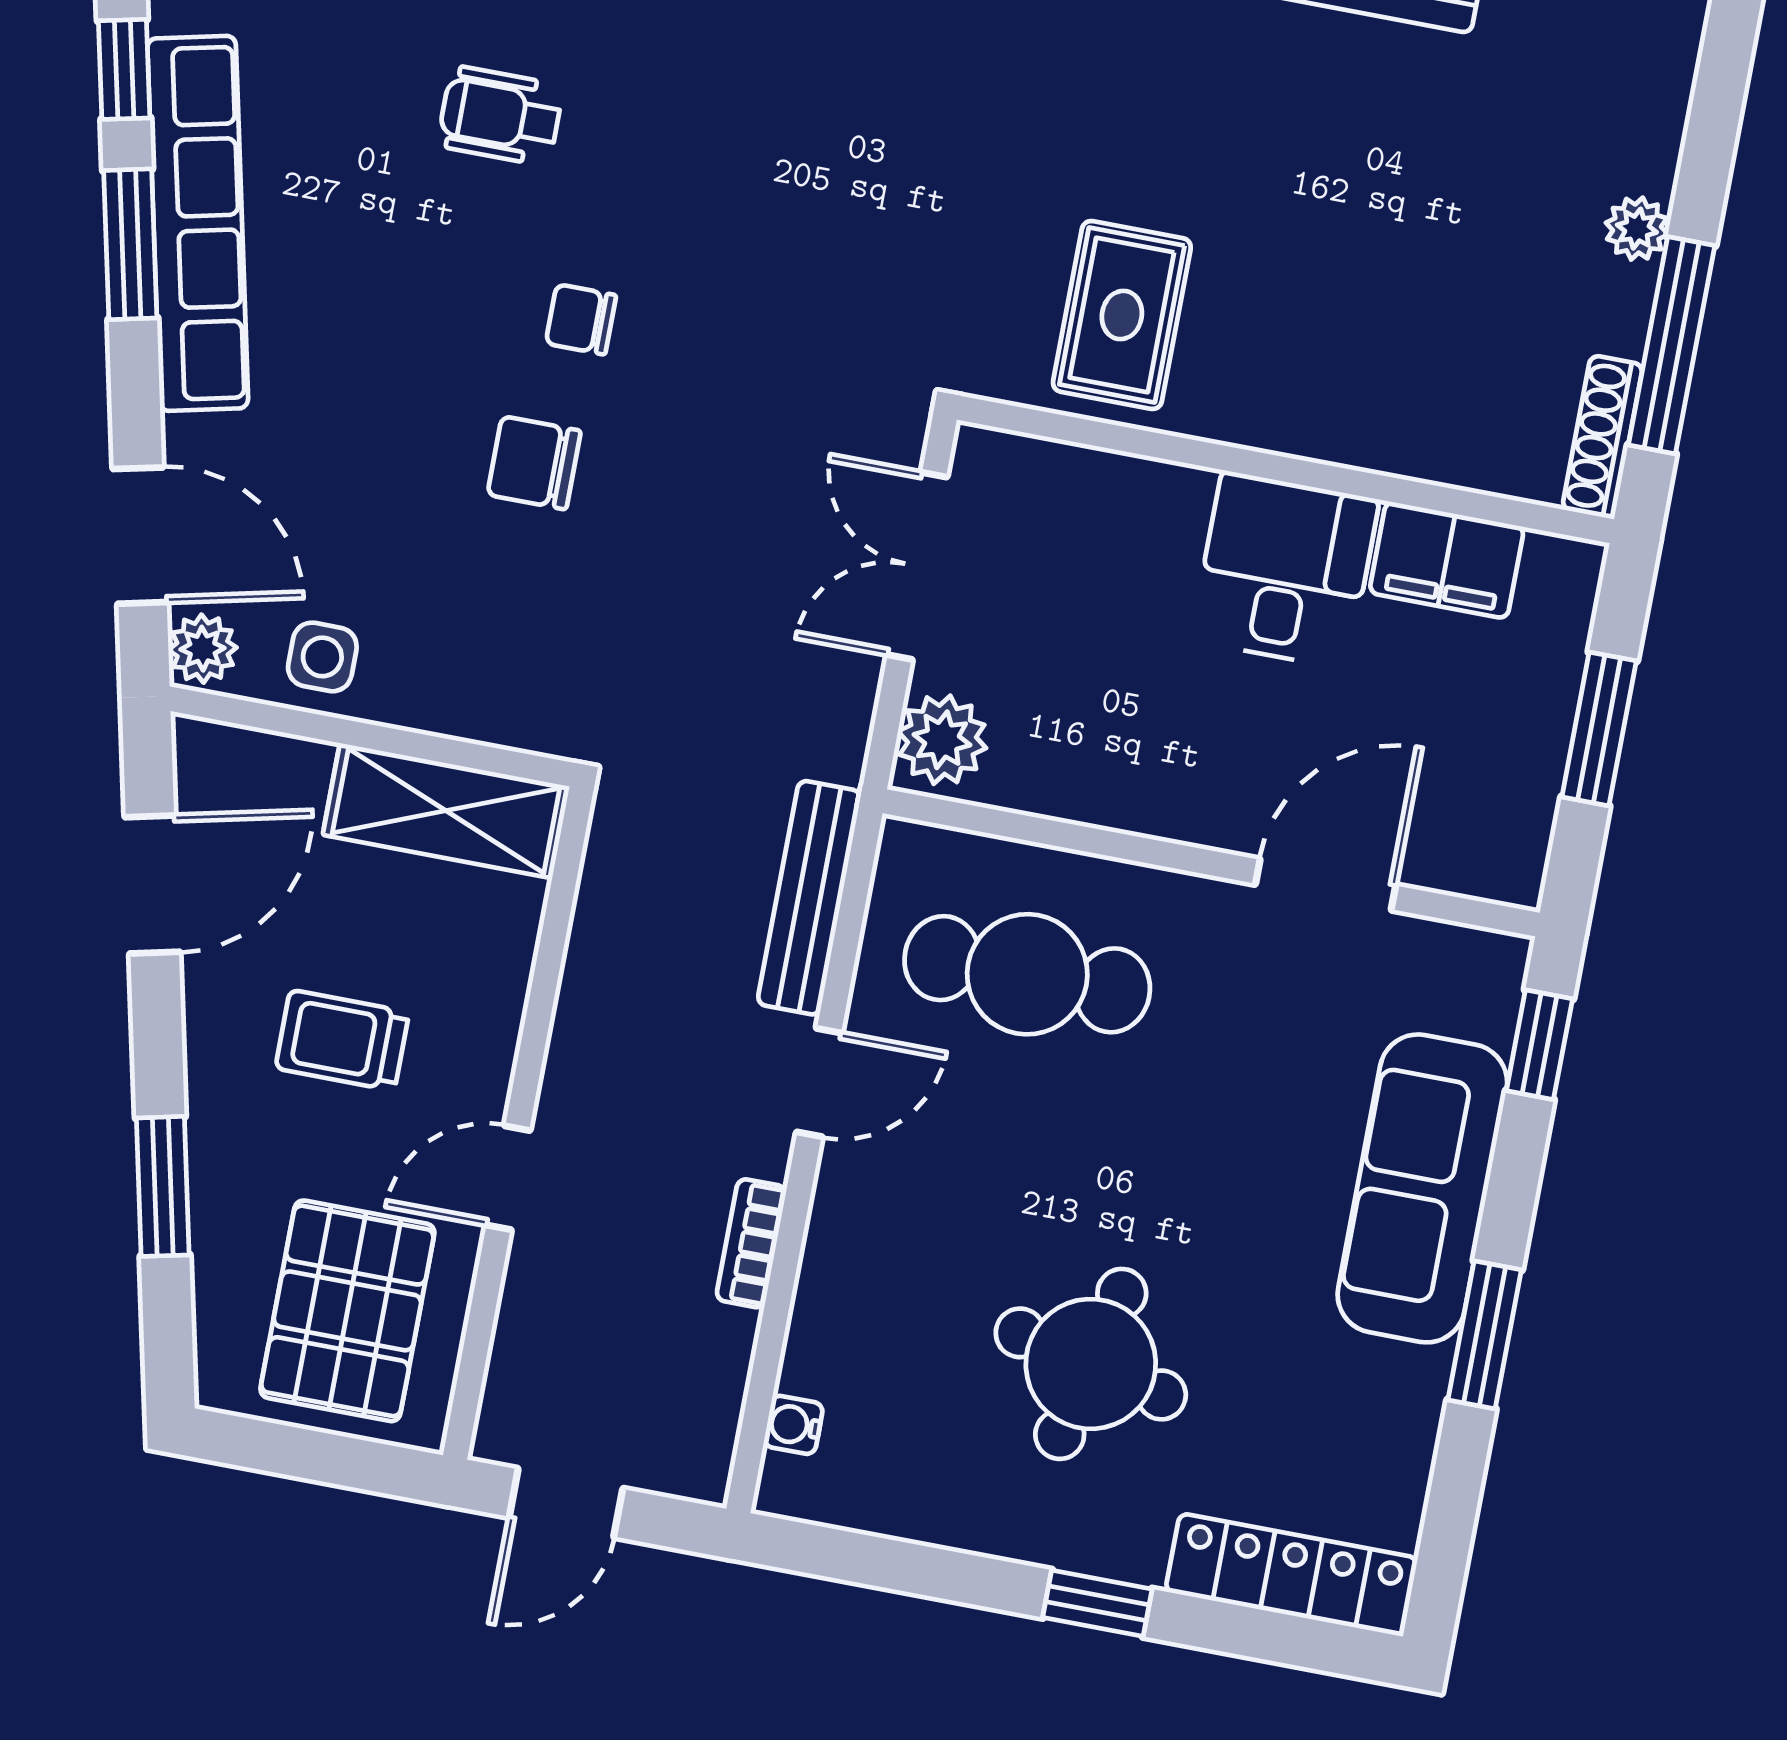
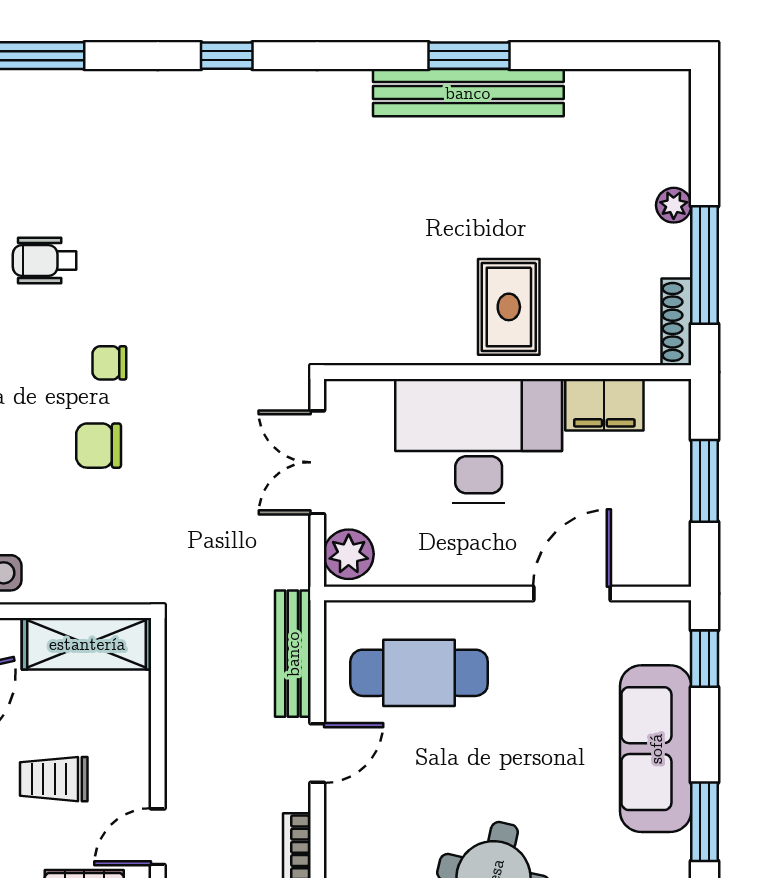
rug: (1122, 315) -> (509, 307), moved
desk: (1285, 570) -> (479, 441), width x1.87, depth x1.30

